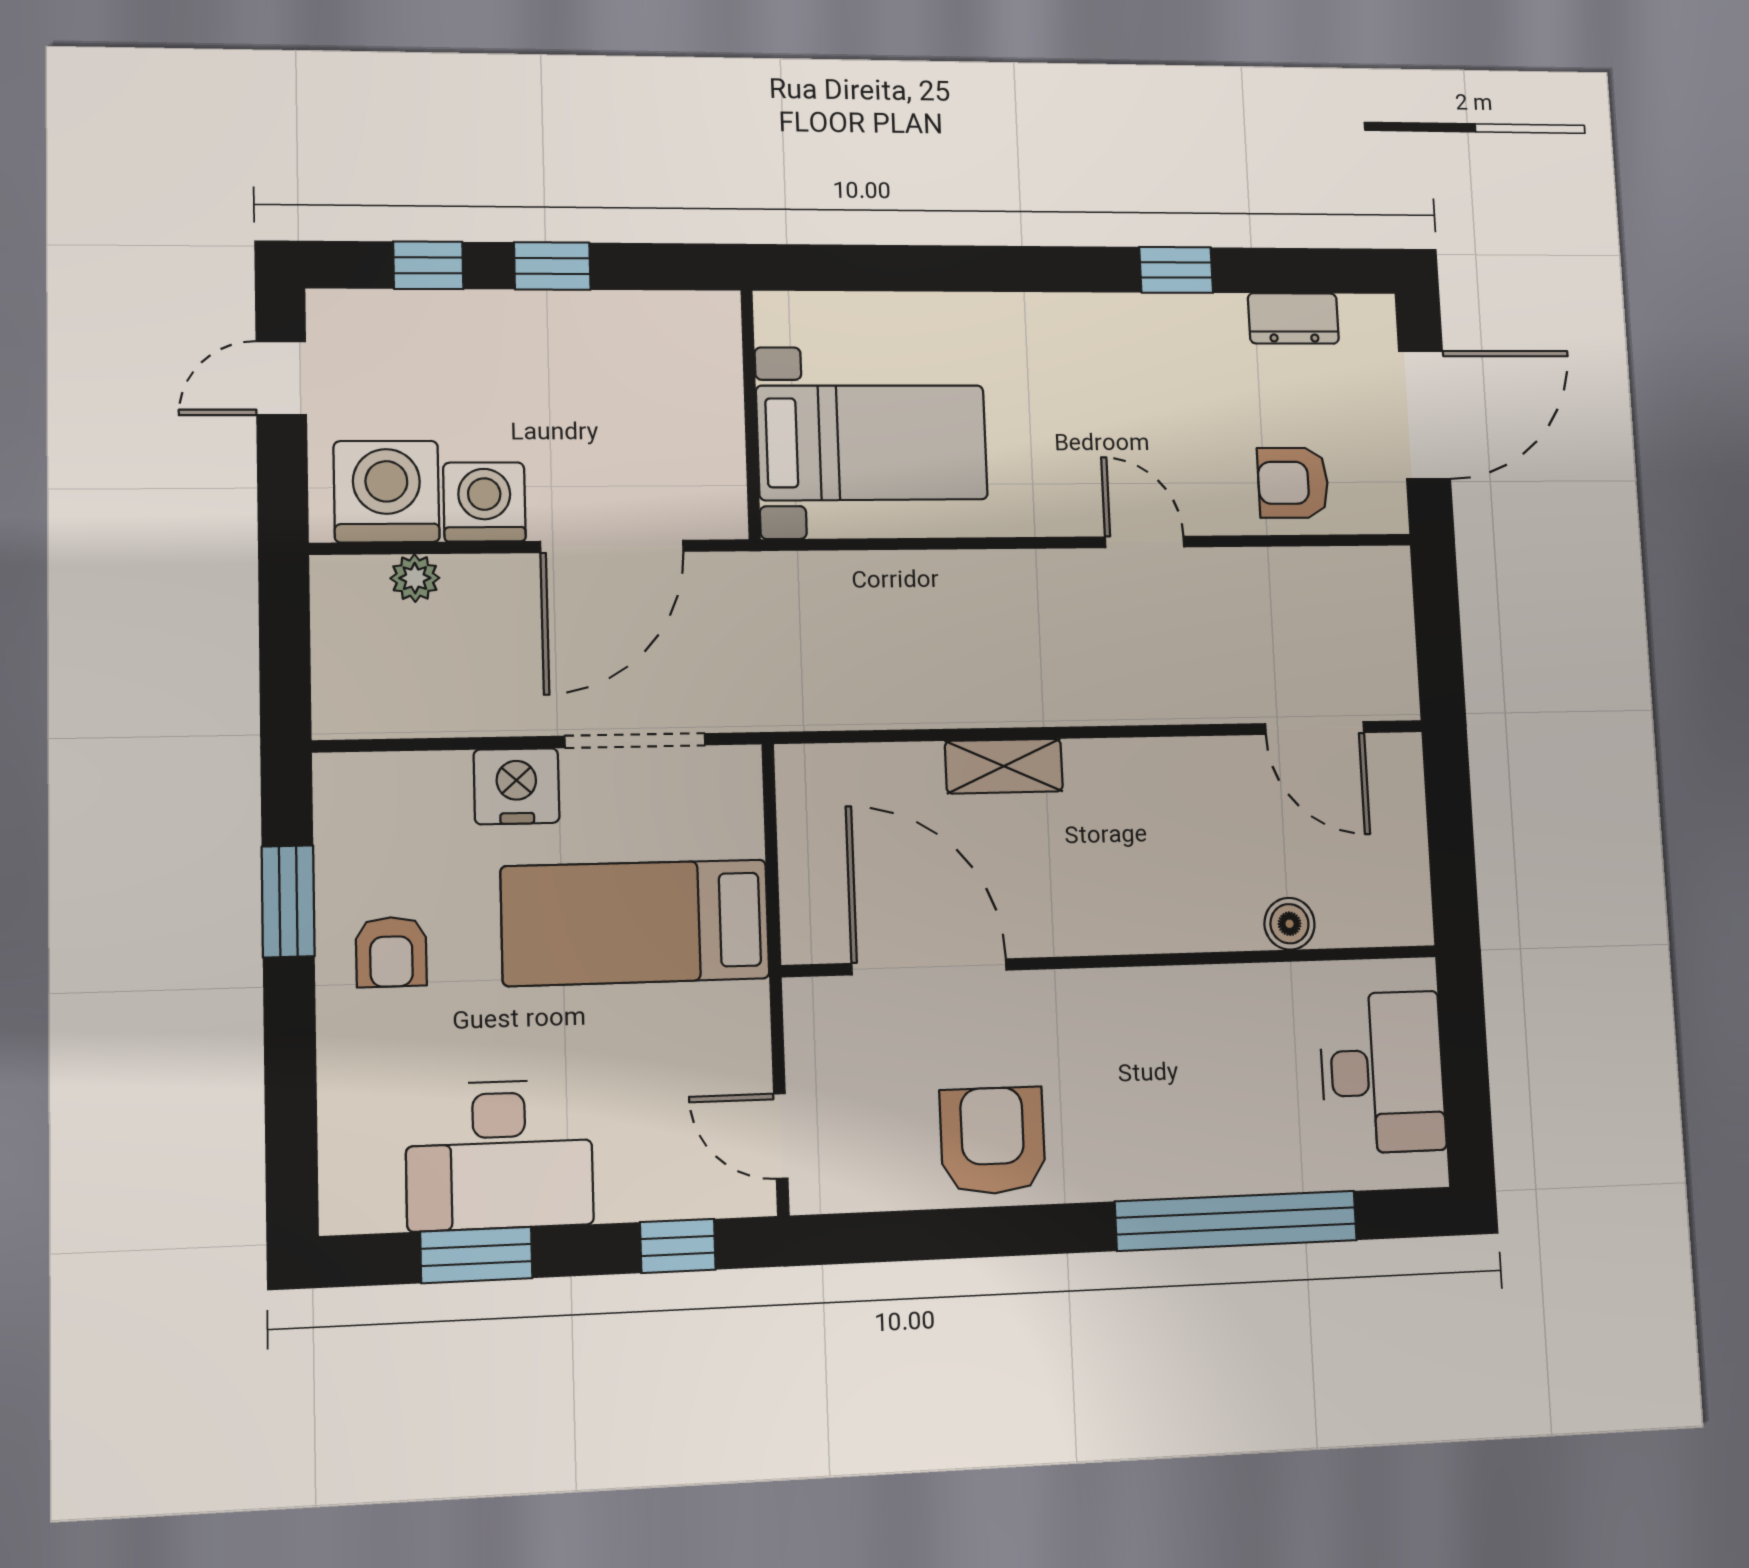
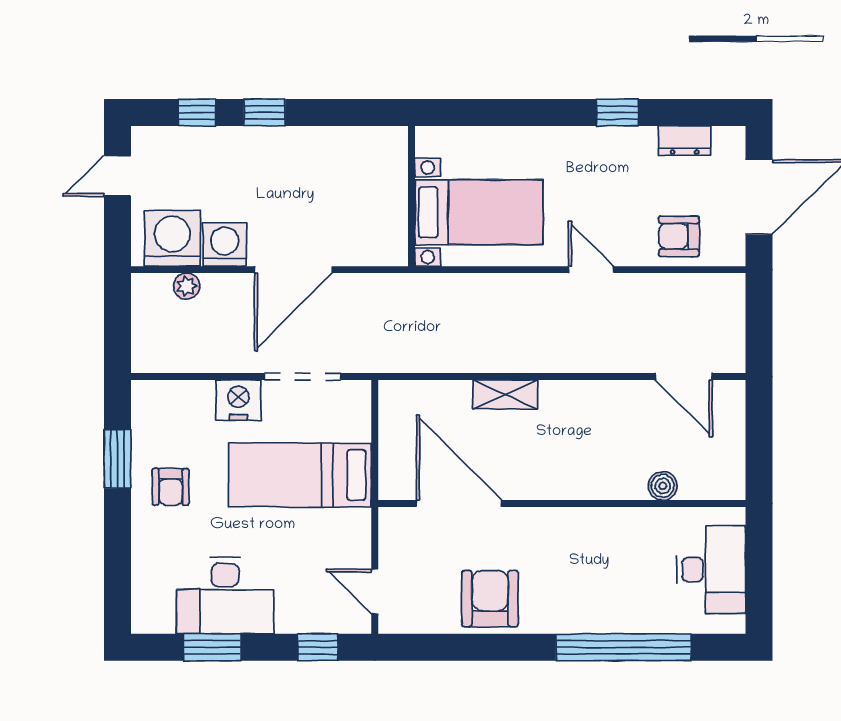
wall: (751, 414) -> (412, 196), moved
bed with nightstands: (872, 443) -> (479, 212), moved

